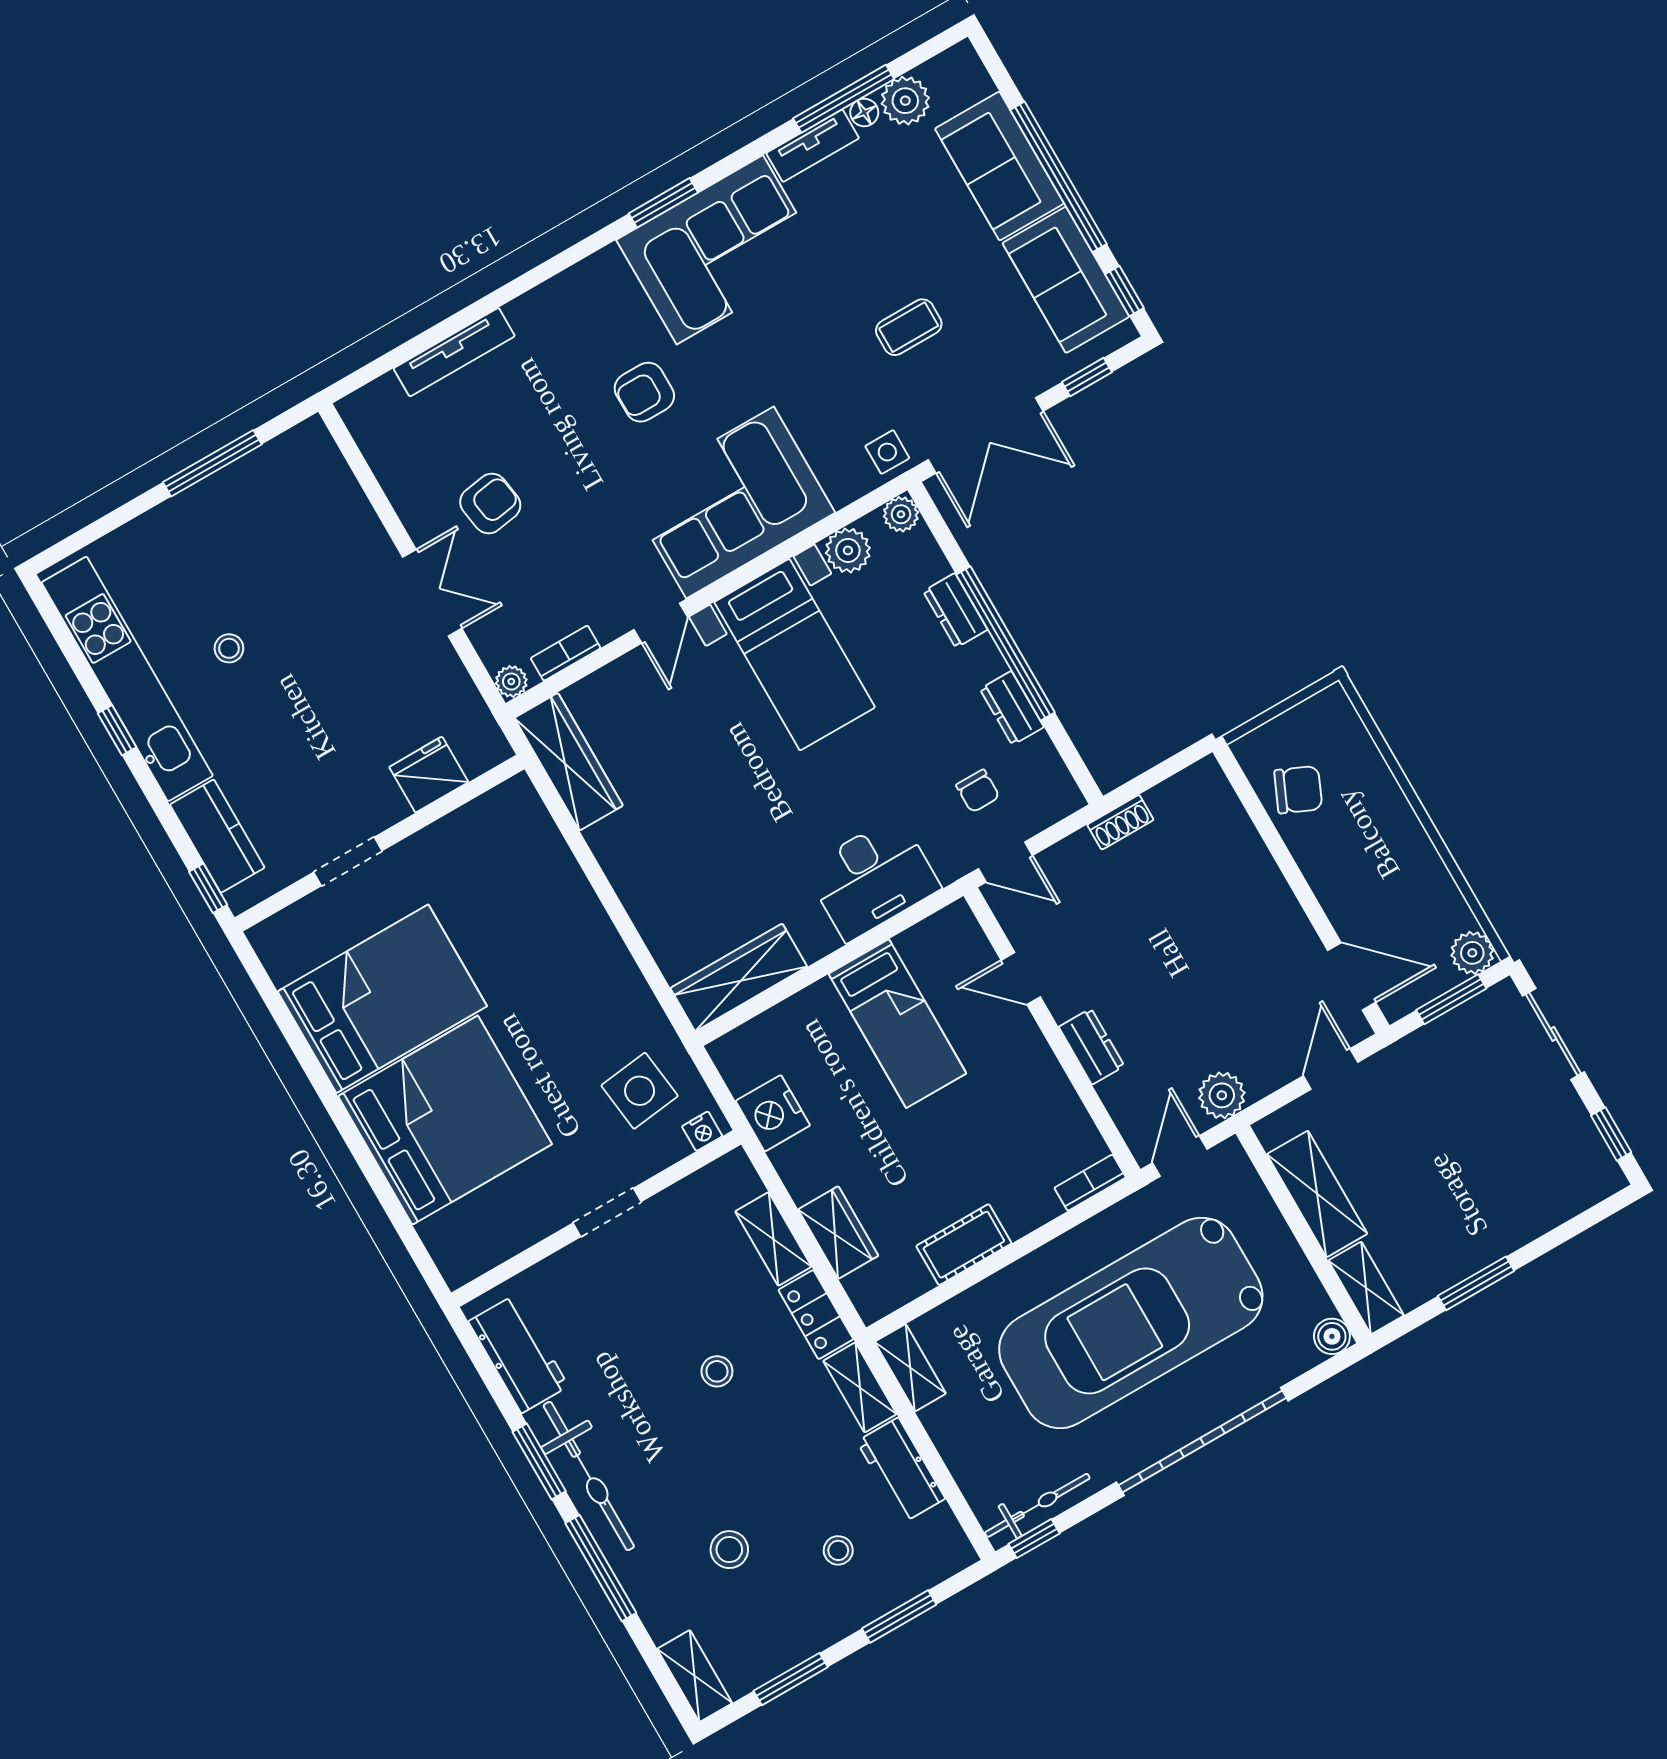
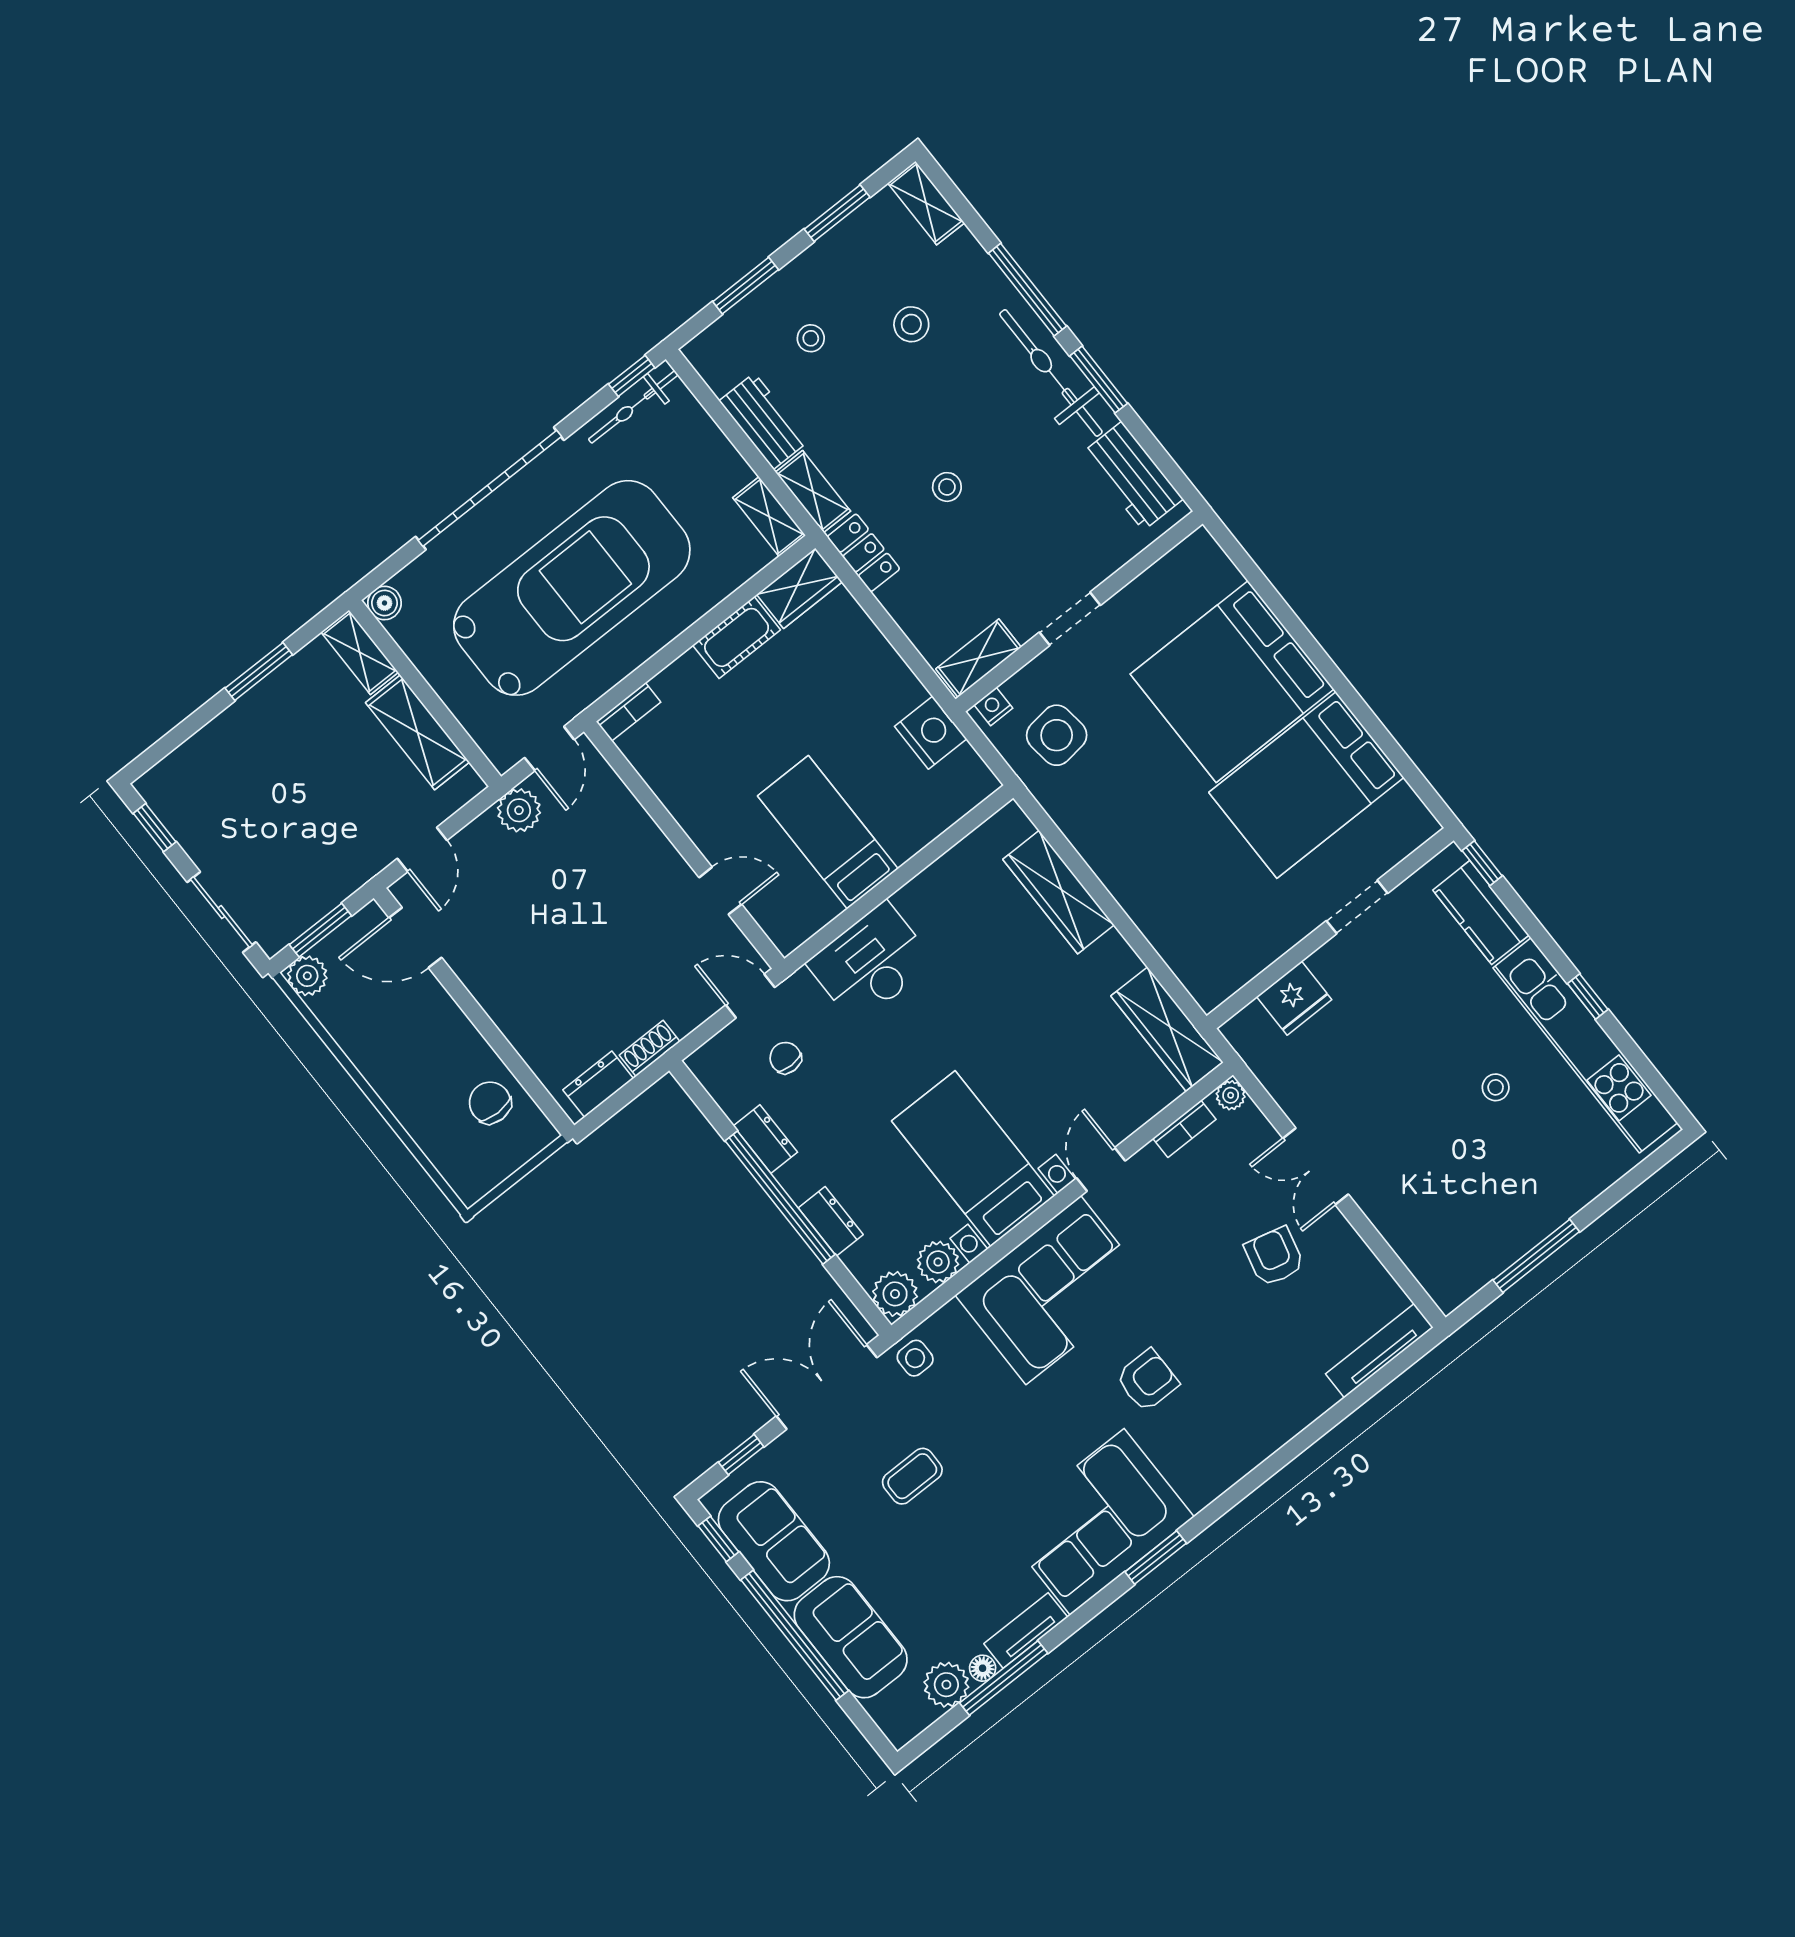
tv unit: (454, 352) -> (1379, 1351), moved
armchair: (490, 504) -> (1274, 1257), turned 113
plant: (901, 514) -> (895, 1294), width x1.38, depth x1.38
chair: (1298, 790) -> (490, 1103), turned 66
wardrobe: (739, 977) -> (1059, 892), moved, turned 90
dresser: (1091, 1046) -> (598, 1084), moved, turned 90
wardrobe: (838, 1233) -> (799, 588), moved, turned -90
shelving: (773, 1239) -> (979, 658), moved, turned 90

